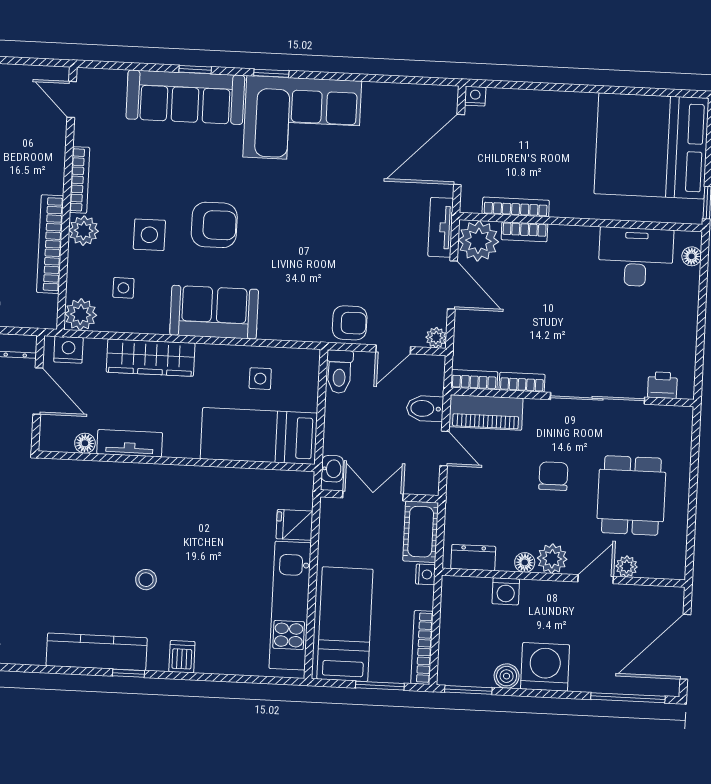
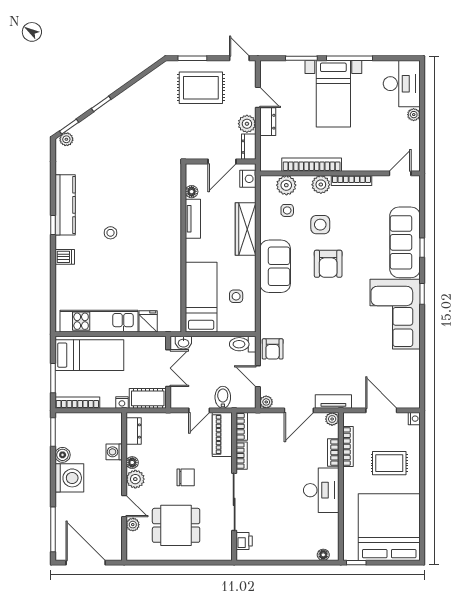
rug: (546, 141) -> (389, 463), added
door: (459, 150) -> (381, 410), width x0.73
plant: (478, 241) -> (332, 419), width x0.53, depth x0.53
desk: (636, 257) -> (321, 490), moved
plant: (81, 315) -> (286, 185), moved

